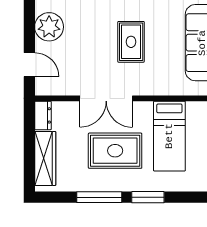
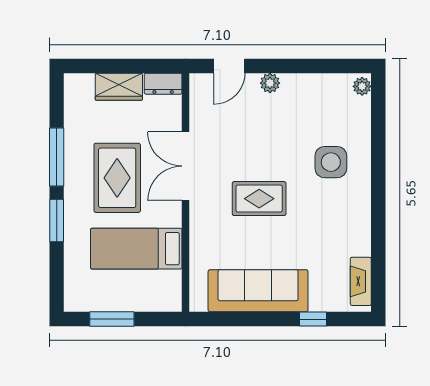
plant: (49, 27) -> (270, 83), width x0.53, depth x0.53
wardrobe: (45, 158) -> (119, 87), width x0.67

